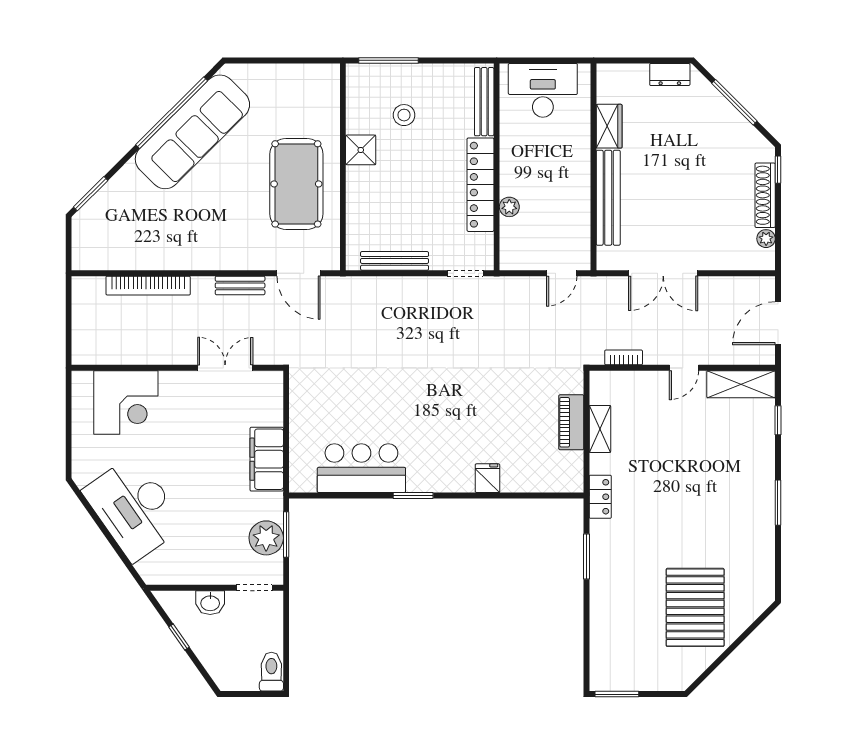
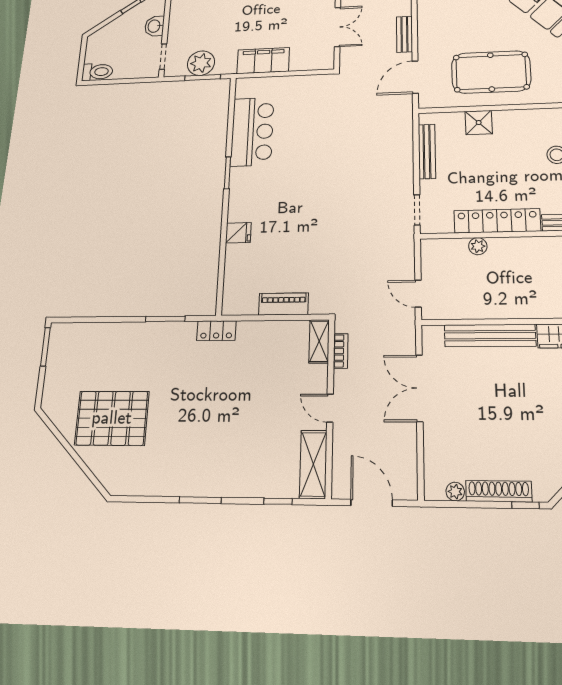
shower: (361, 150) -> (479, 123), moved
shelving: (600, 429) -> (319, 341), moved, turned 90

